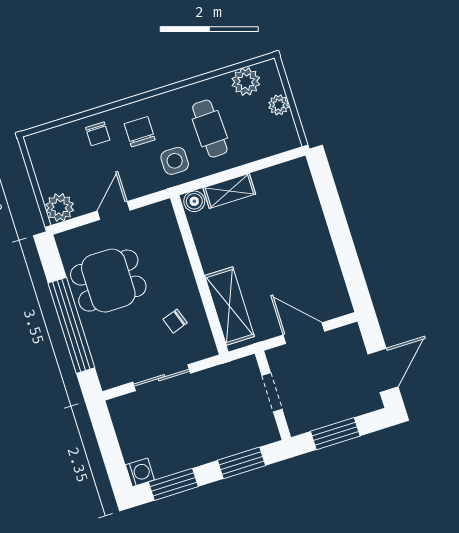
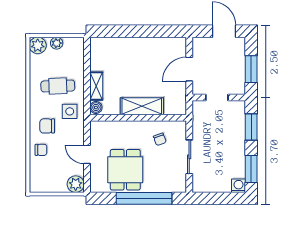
plant: (246, 82) -> (38, 45), moved
shelving: (229, 306) -> (142, 106), moved

